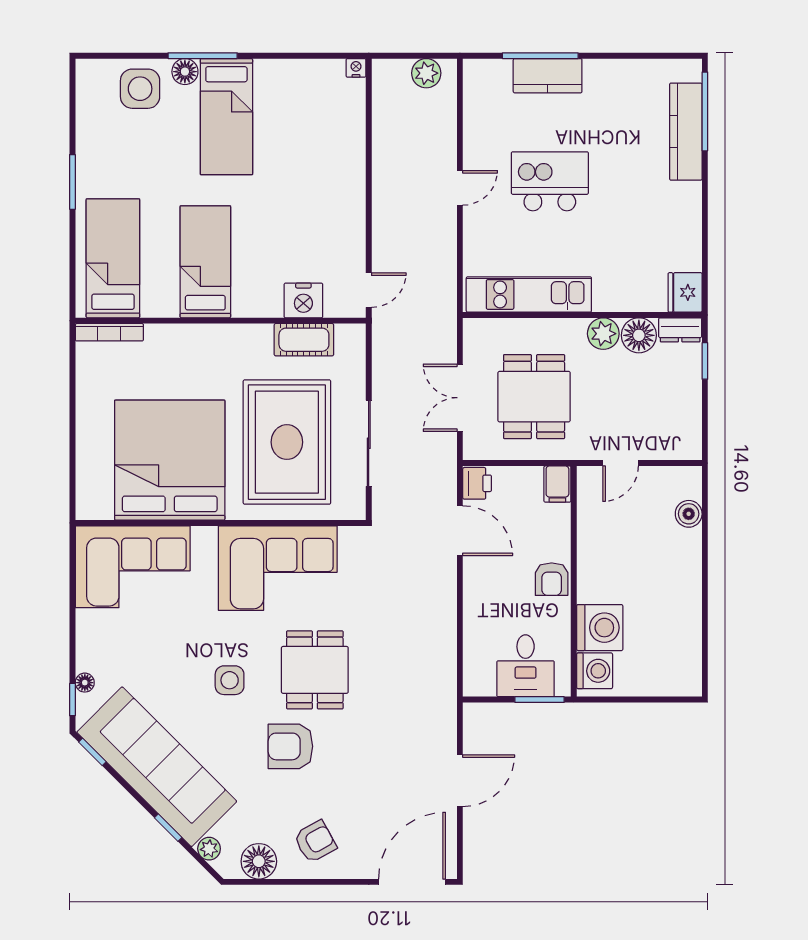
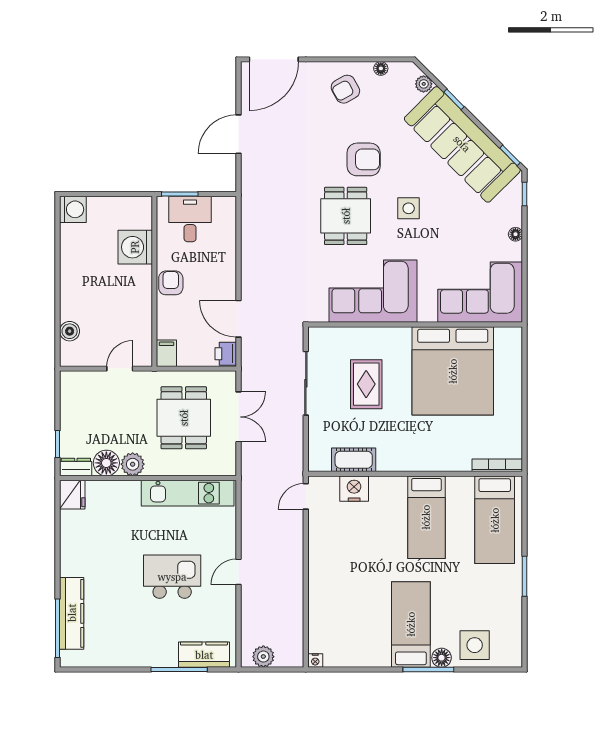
kitchen counter: (548, 76) -> (204, 655), moved
kitchen island: (550, 181) -> (172, 577), turned 180
rug: (287, 442) -> (366, 384), width x0.54, depth x0.49
washing machine: (595, 671) -> (73, 209), moved, turned 180
floor lamp: (85, 683) -> (515, 234), moved
floor lamp: (259, 861) -> (381, 68), width x0.53, depth x0.53

